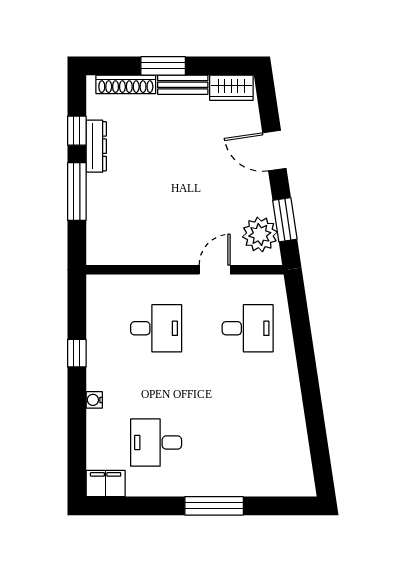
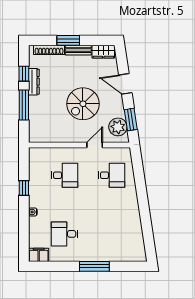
spiral stairs: (192, 189) -> (83, 104), added

